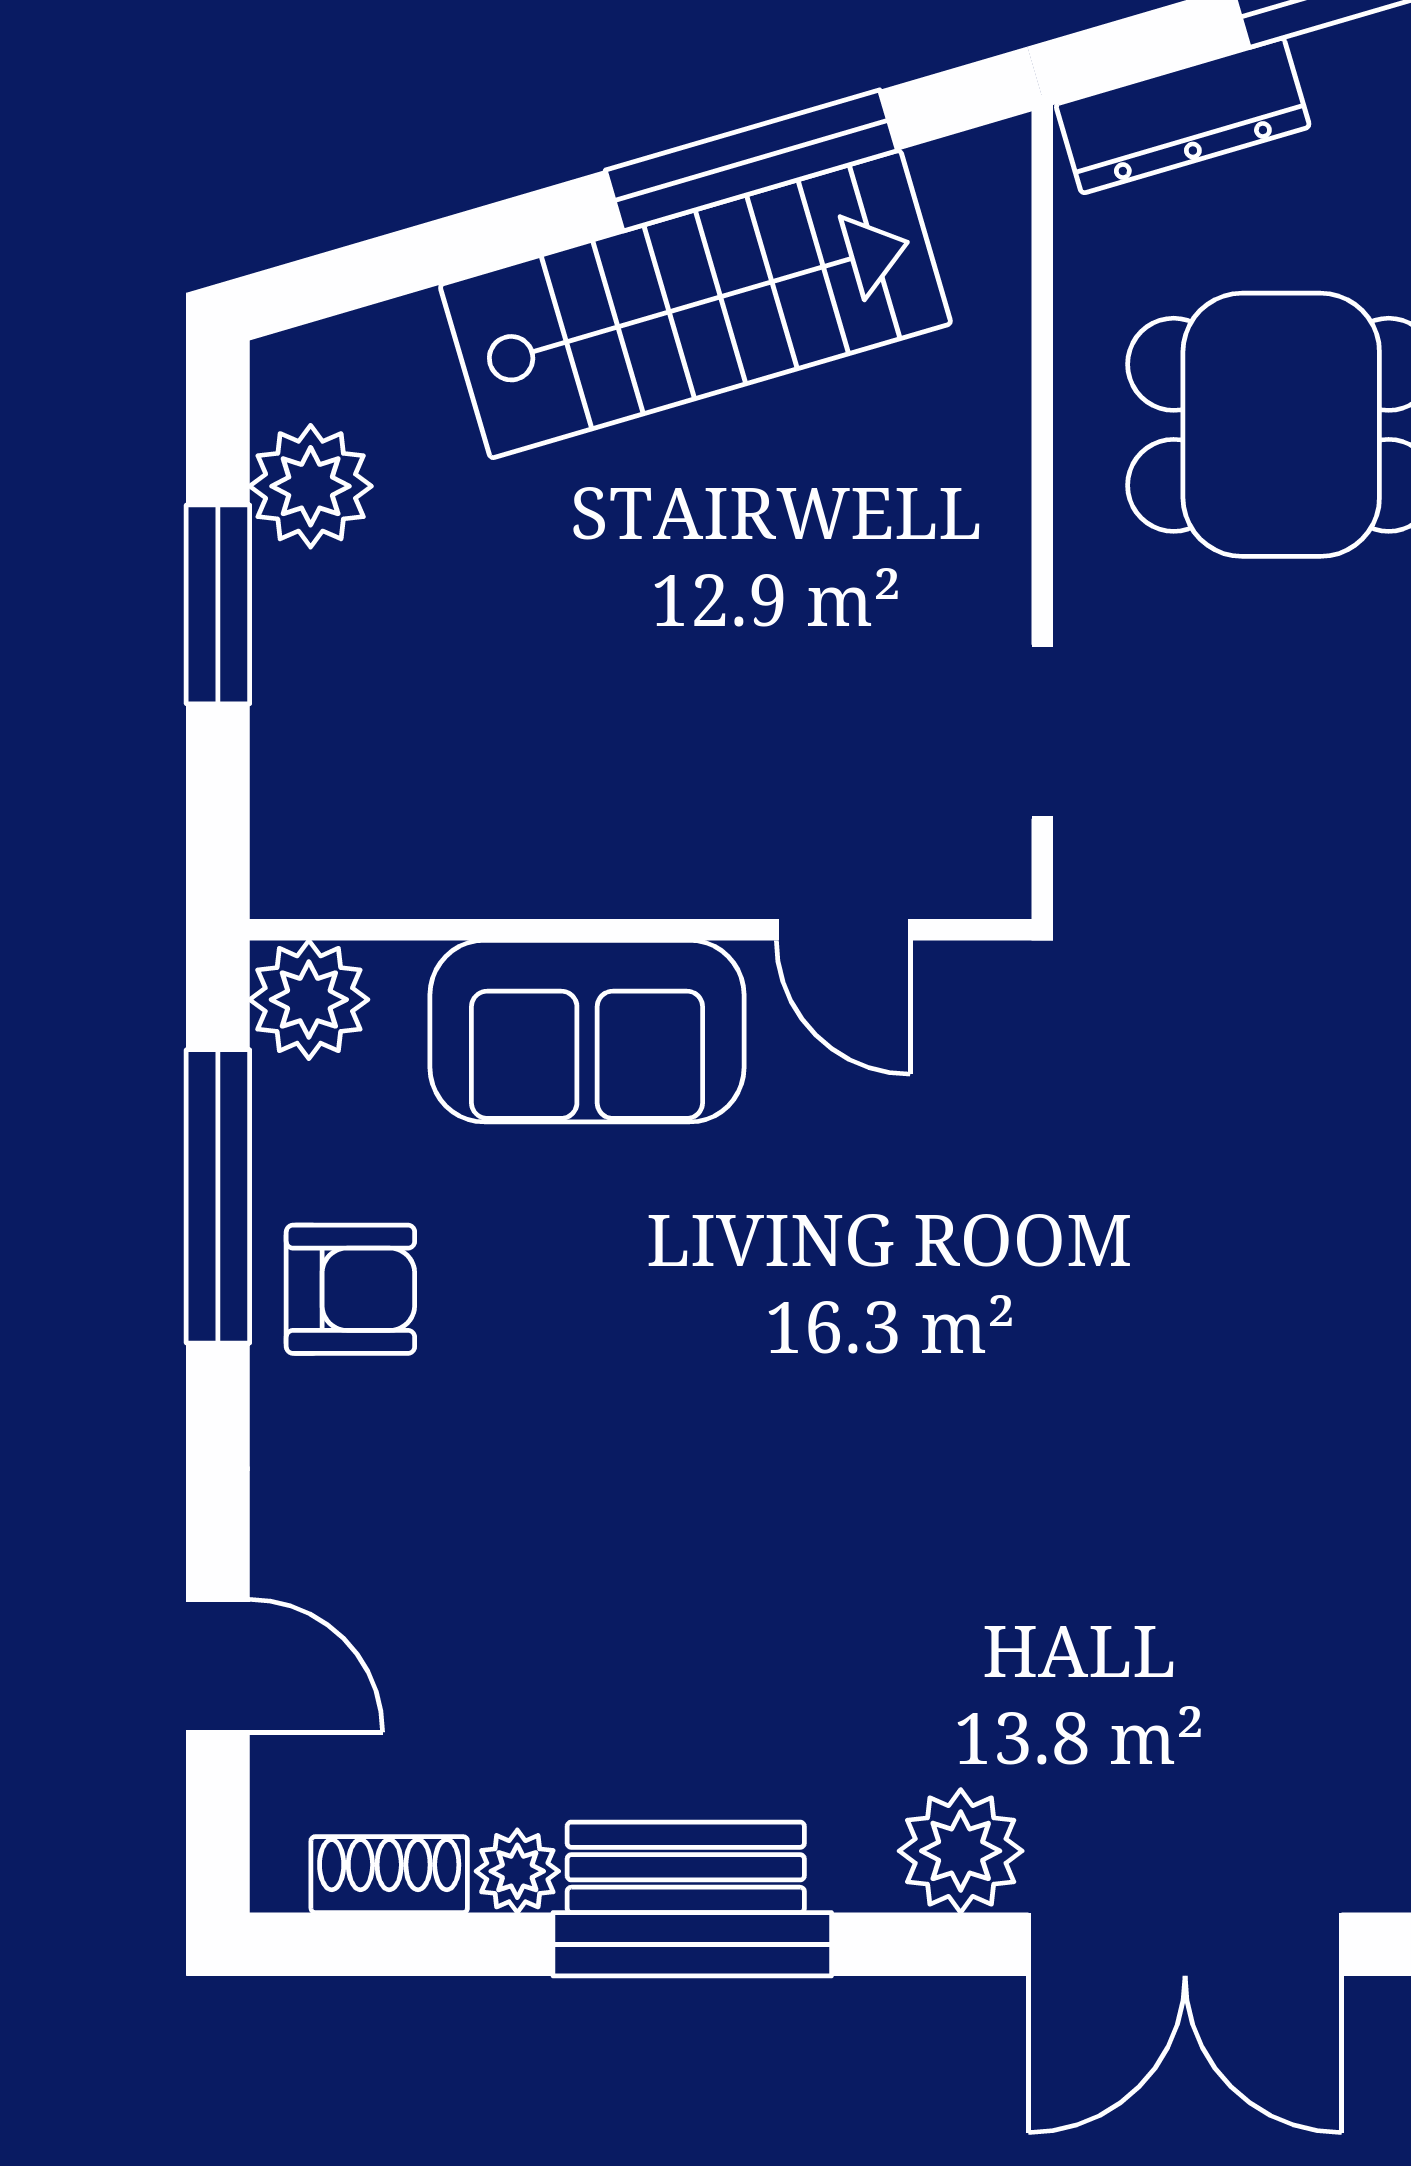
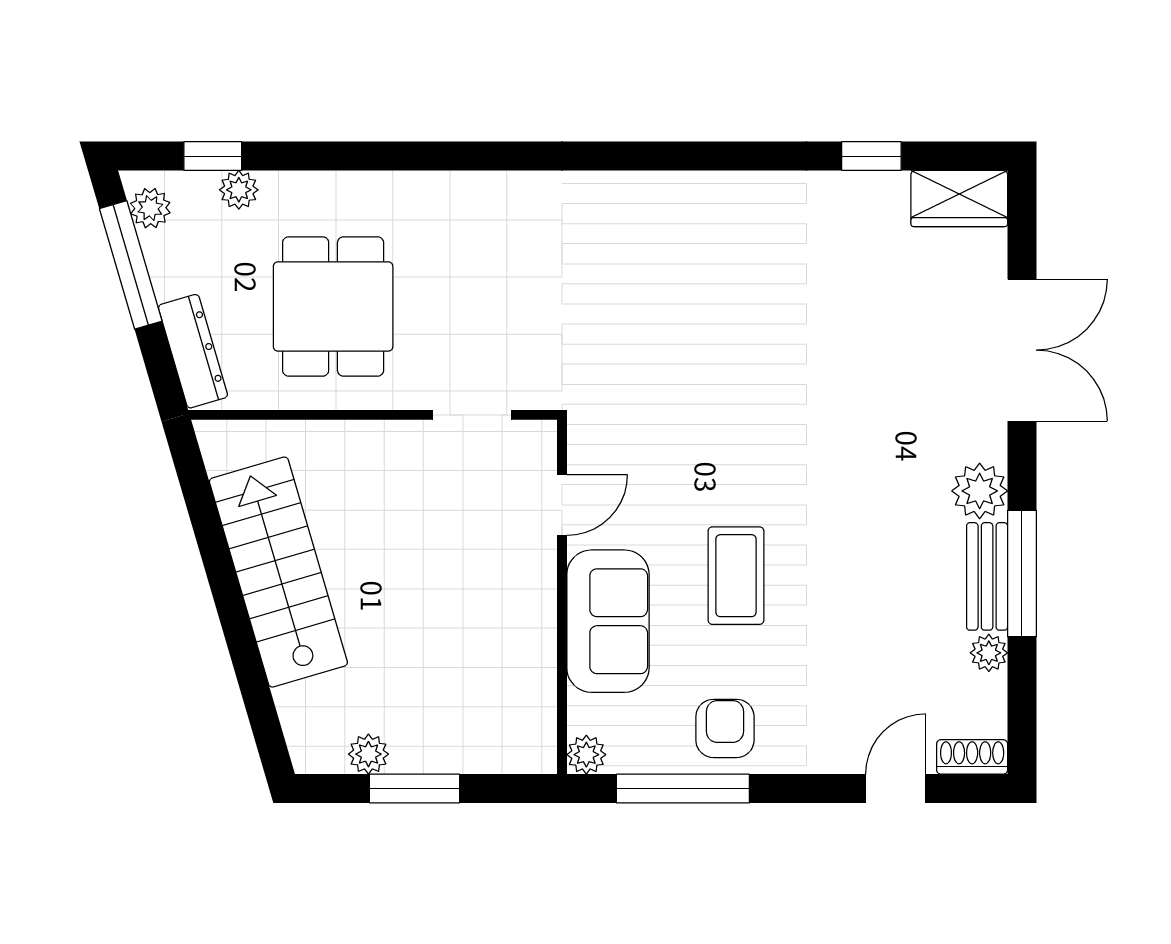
window: (751, 160) -> (213, 547), removed
plant: (311, 486) -> (368, 754), width x0.73, depth x0.73
plant: (309, 1000) -> (586, 755), width x0.73, depth x0.73
coffee table: (688, 1313) -> (736, 576), added
plant: (961, 1851) -> (980, 491), moved
shoe rack: (389, 1875) -> (972, 757), moved, turned 90

